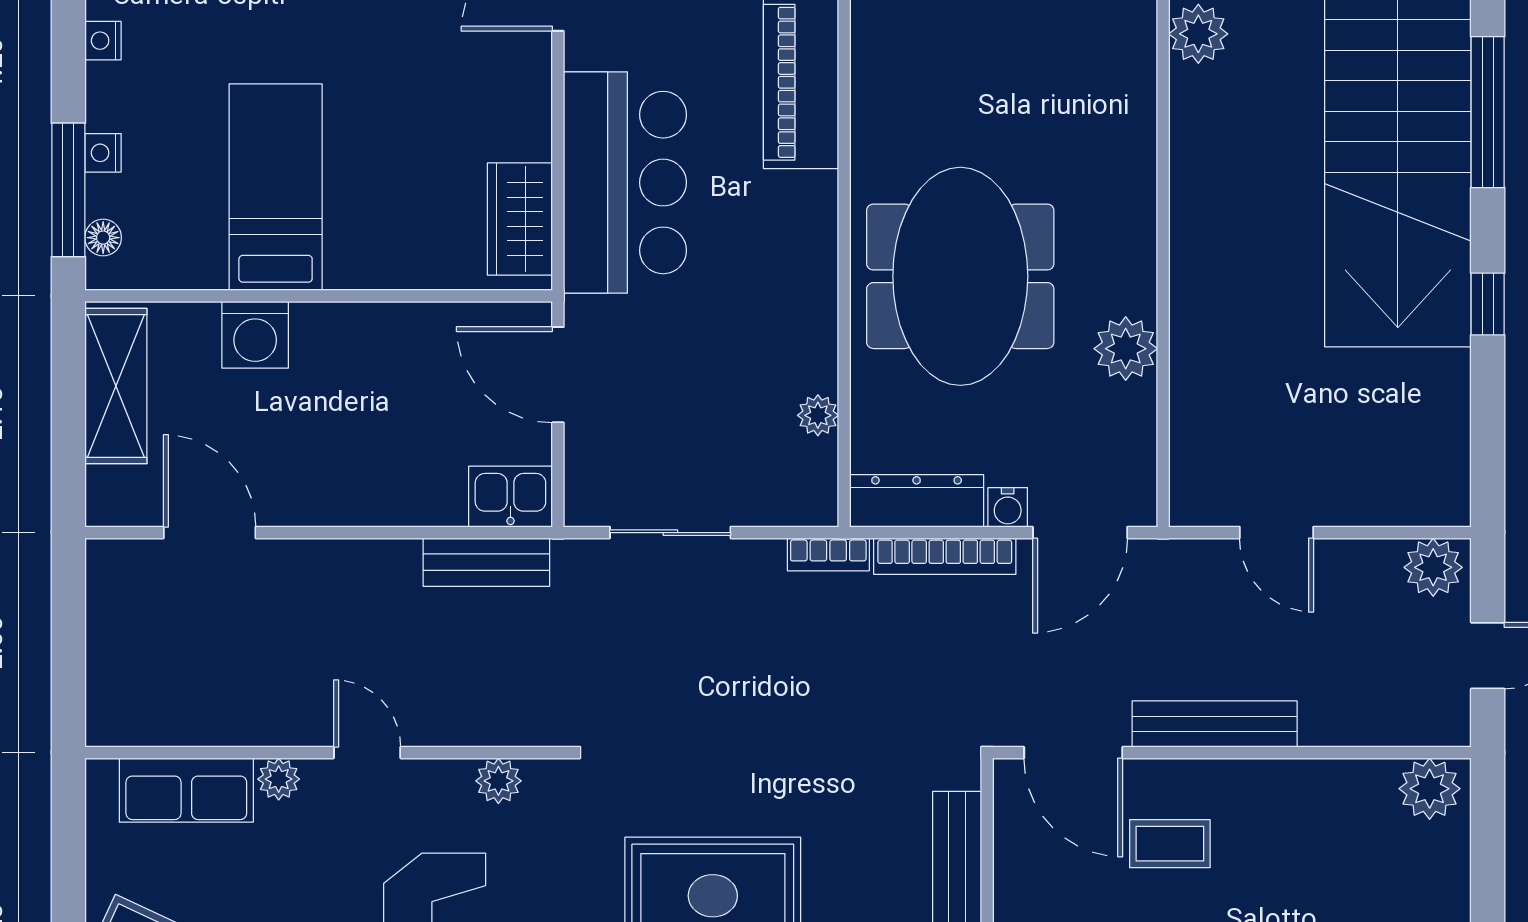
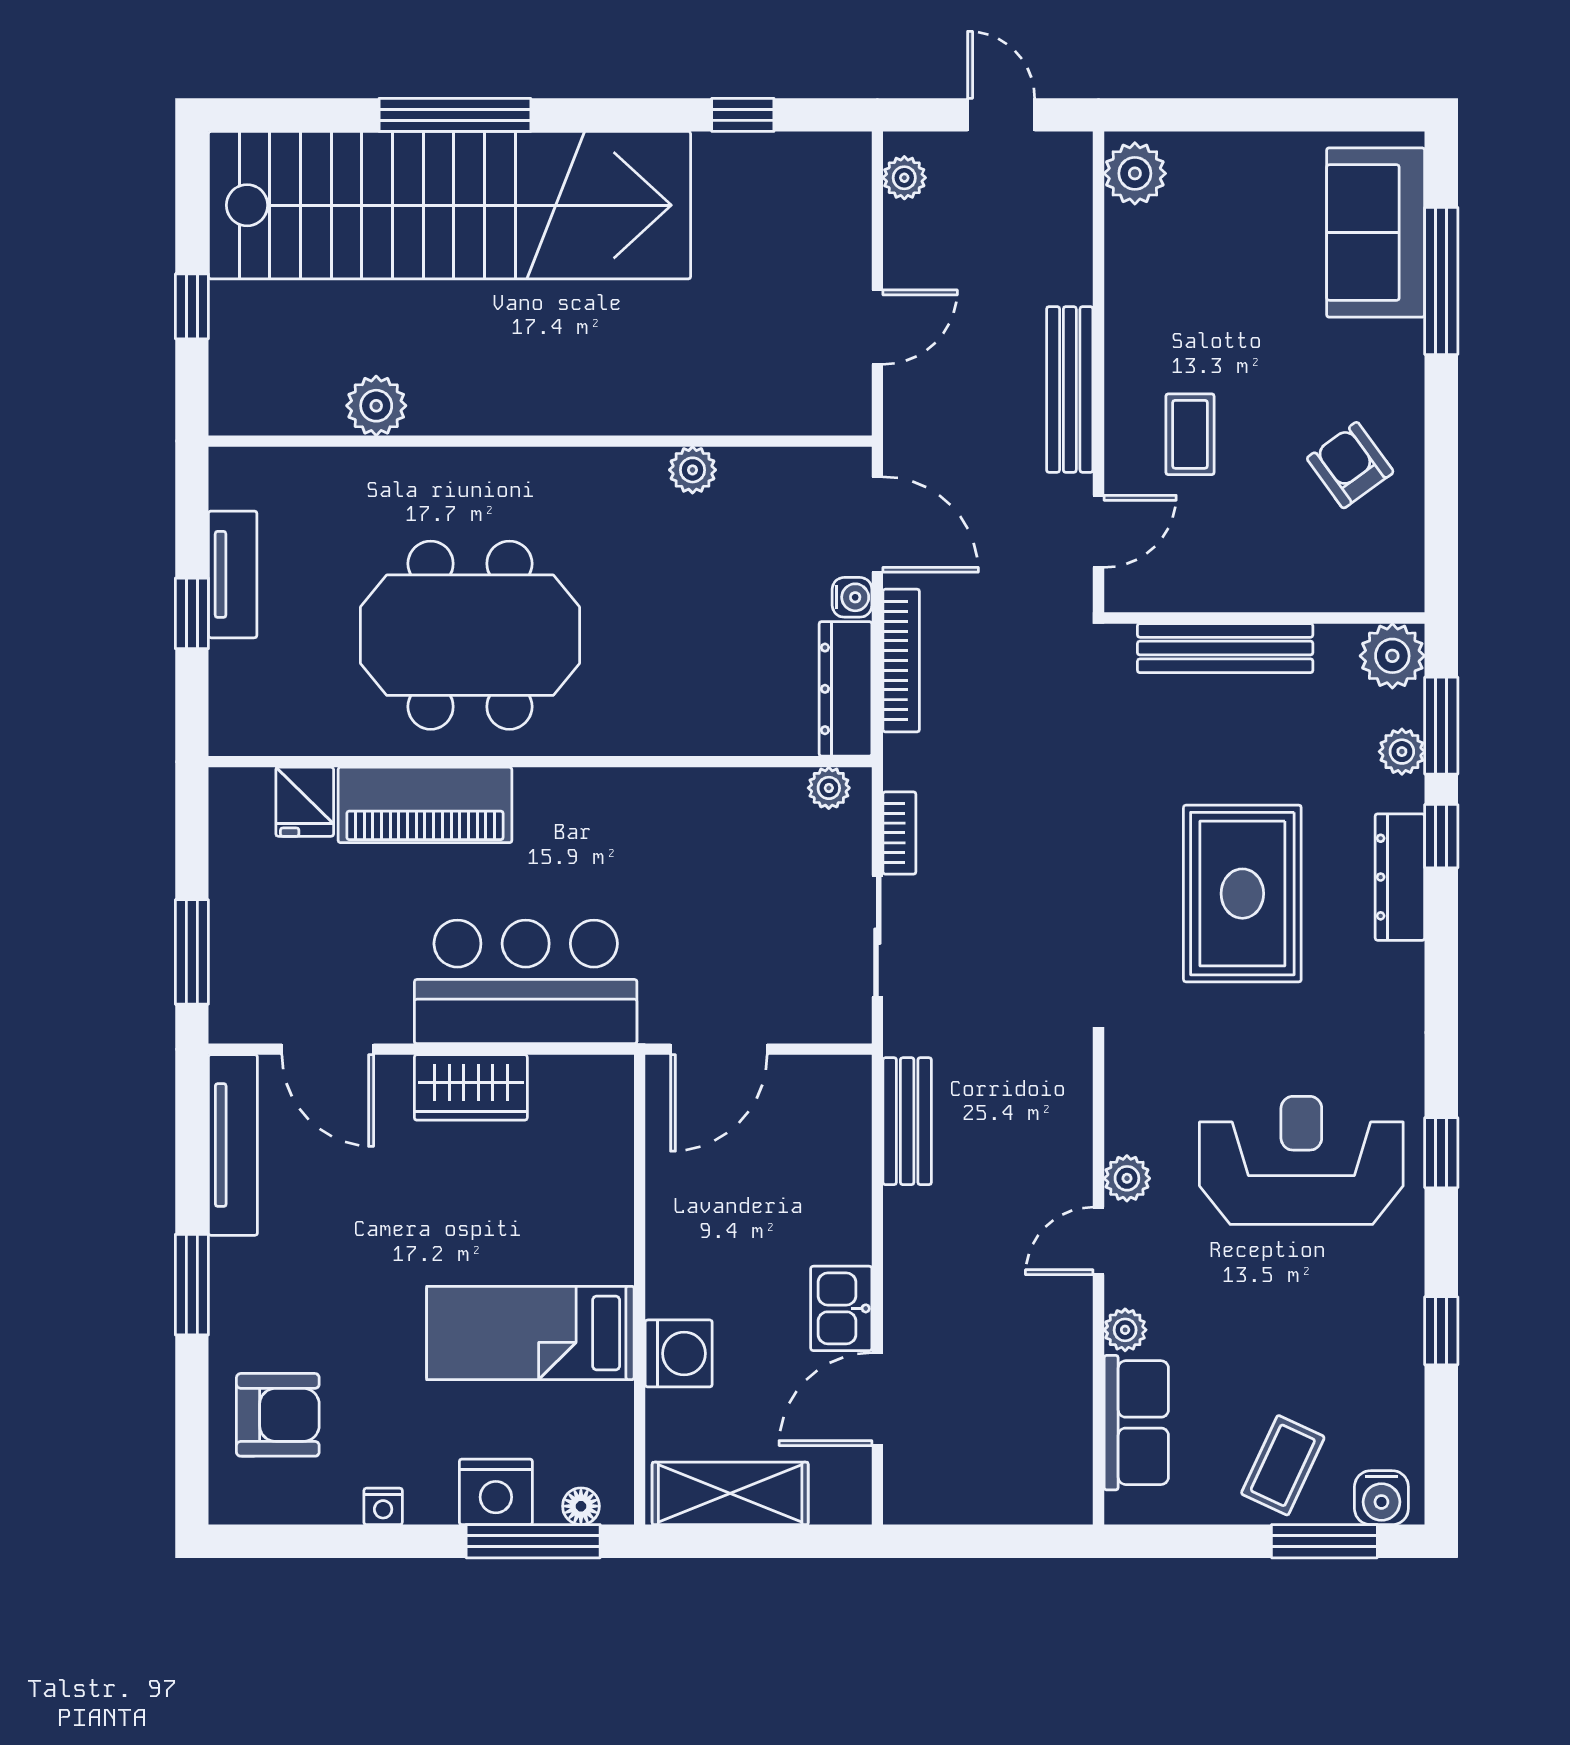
nightstand: (103, 153) -> (496, 1492), width x1.89, depth x1.79
wardrobe: (520, 219) -> (471, 1087), moved
meeting table: (960, 276) -> (470, 635), moved
window: (1488, 304) -> (743, 115), moved
plant: (1126, 349) -> (693, 470), width x0.73, depth x0.73
plant: (818, 415) -> (829, 788), moved
kitchen sink: (510, 497) -> (841, 1308), moved
bookcase: (828, 554) -> (899, 833), moved
plant: (1433, 567) -> (904, 178), width x0.73, depth x0.73
door: (1073, 753) -> (1099, 531), width x0.73
plant: (498, 781) -> (1127, 1178), moved

